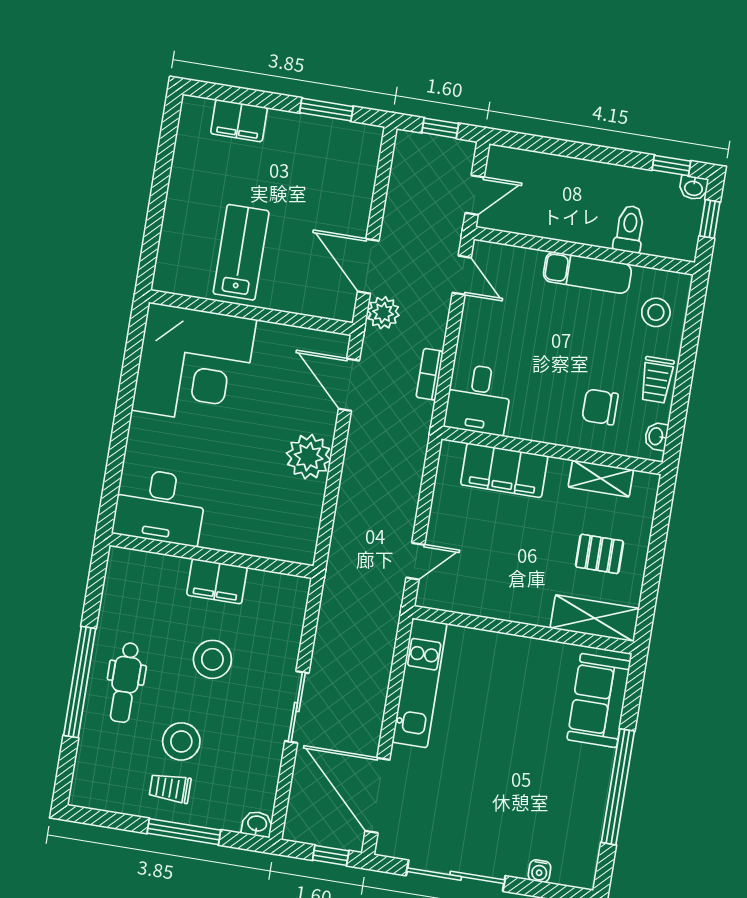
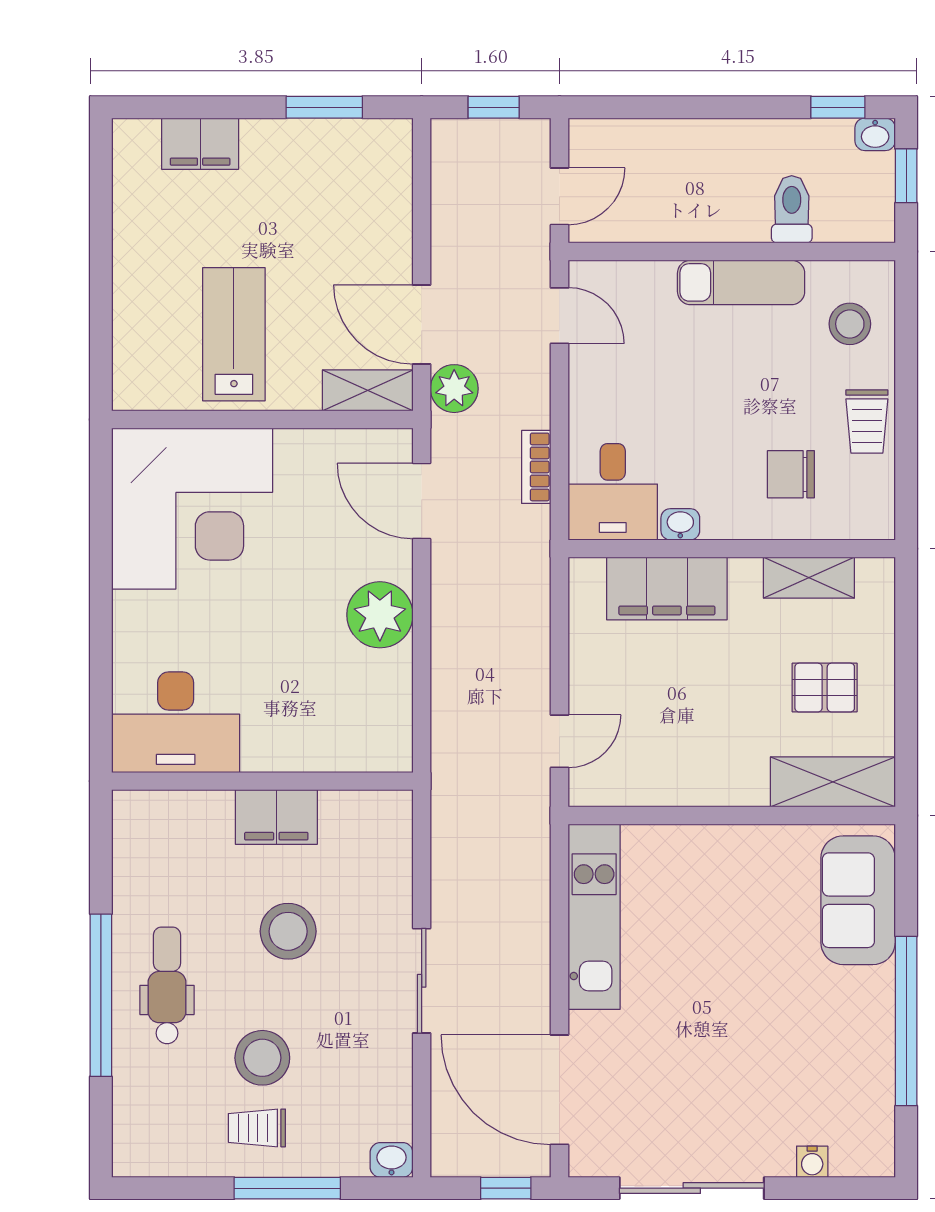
shelving: (325, 305) -> (368, 390), added
washbasin: (656, 436) -> (680, 524), moved, turned 90
dental chair: (125, 682) -> (167, 985), turned 180

